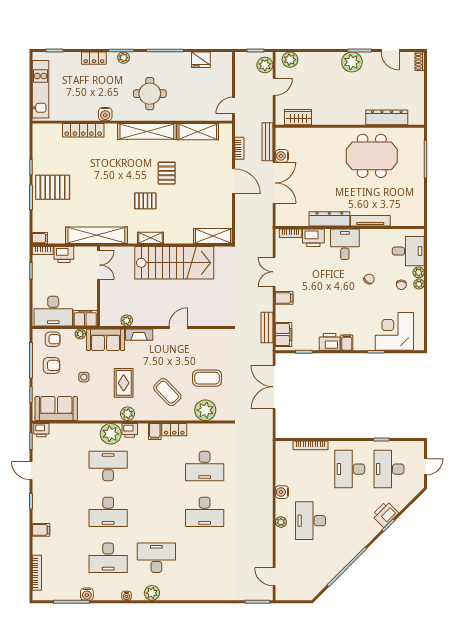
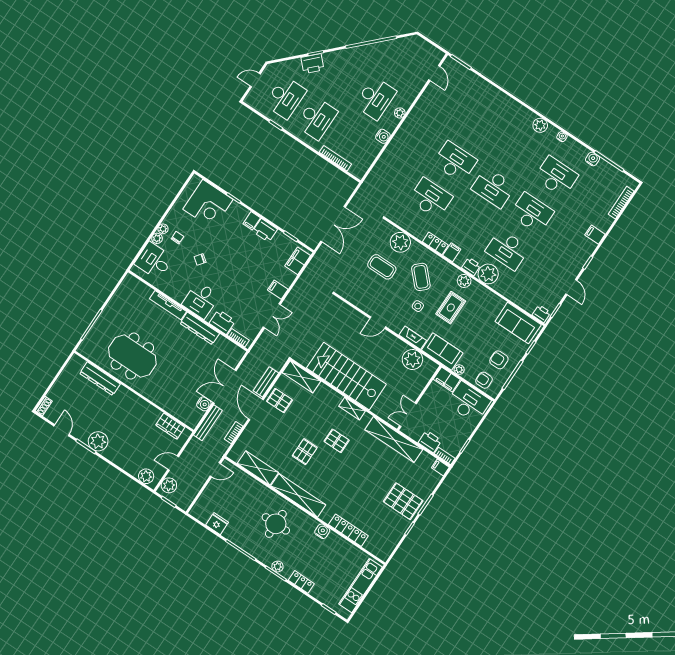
pallet: (218, 203) -> (279, 401), added
plant: (127, 320) -> (412, 359), width x1.87, depth x1.87
bench: (267, 328) -> (266, 382), moved
side table: (84, 377) -> (418, 306), moved
desk: (156, 558) -> (493, 187), moved

